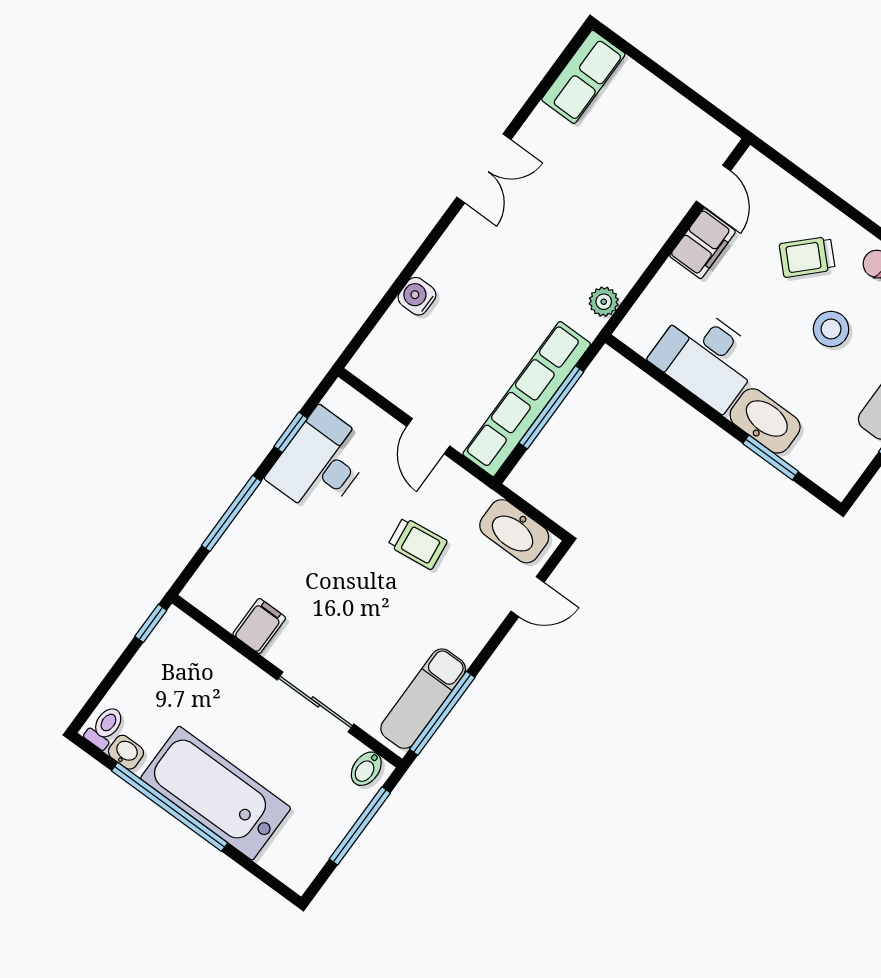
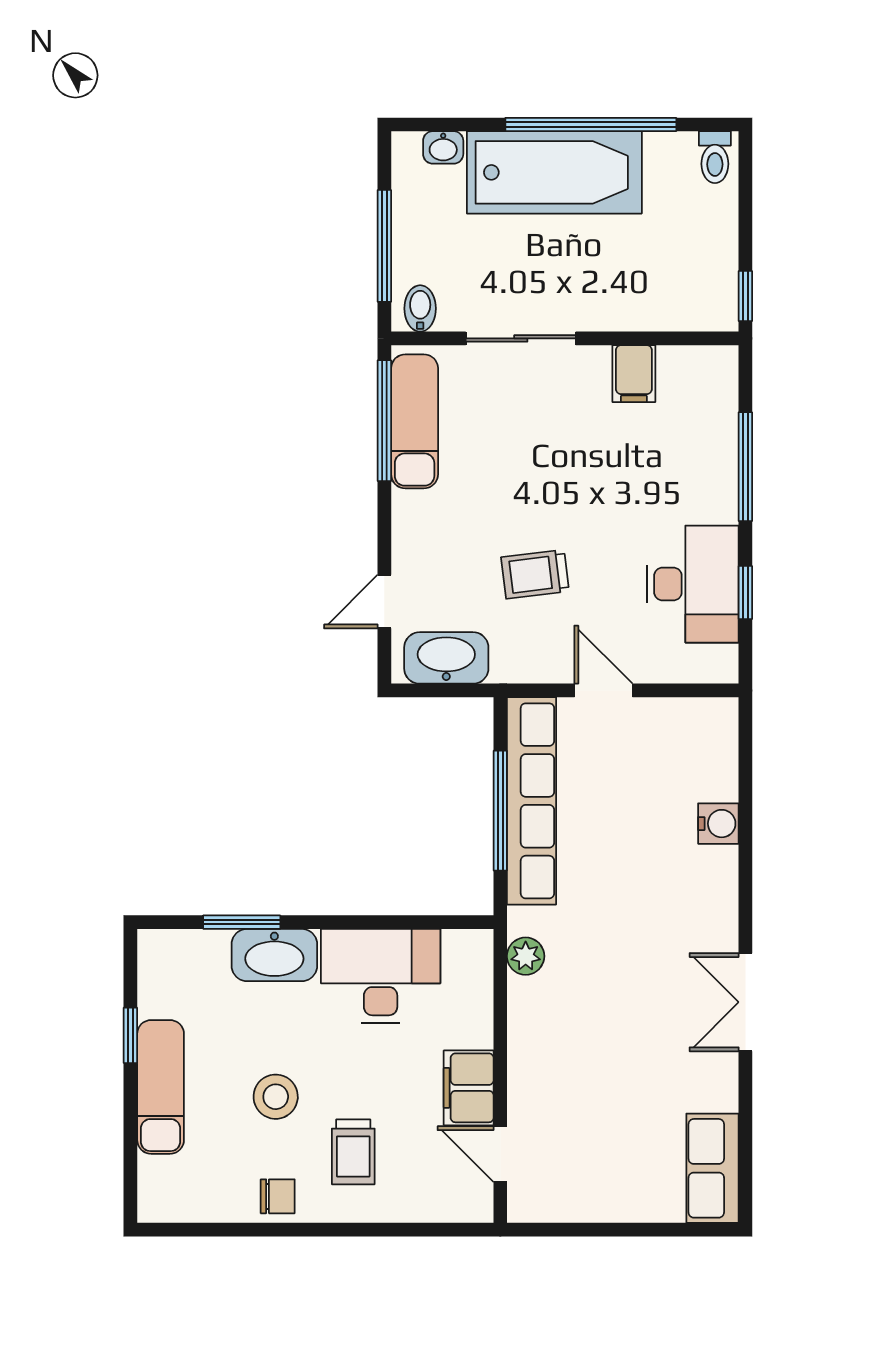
trolley: (807, 257) -> (353, 1152), turned 135
washbasin: (126, 752) -> (443, 147), moved

